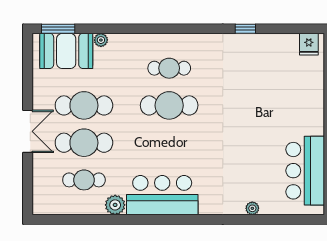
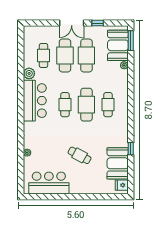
booth: (271, 51) -> (118, 163), added
window: (28, 86) -> (98, 23), added
cafe table: (257, 117) -> (80, 155), added
cafe table: (169, 143) -> (65, 105), added

